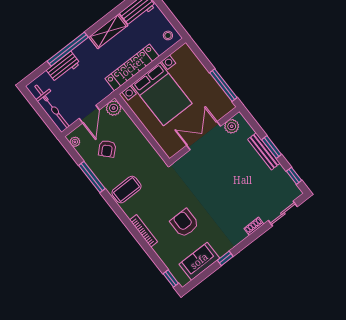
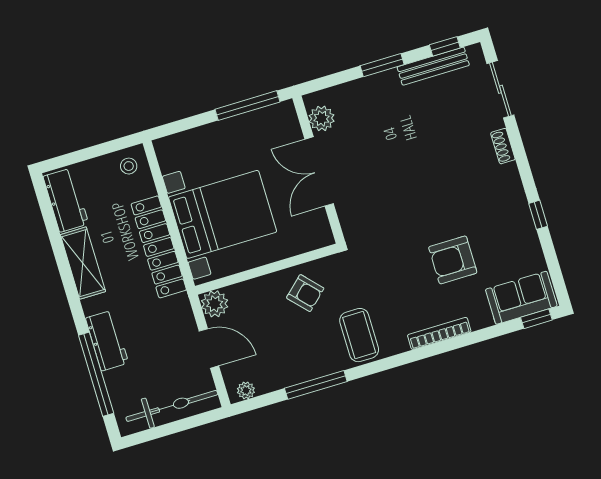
window: (68, 49) -> (96, 374), moved
workbench: (63, 67) -> (107, 341), moved
armchair: (107, 149) -> (305, 293), moved
bench: (264, 151) -> (433, 66), moved
sofa: (199, 261) -> (521, 298), moved, turned 90

